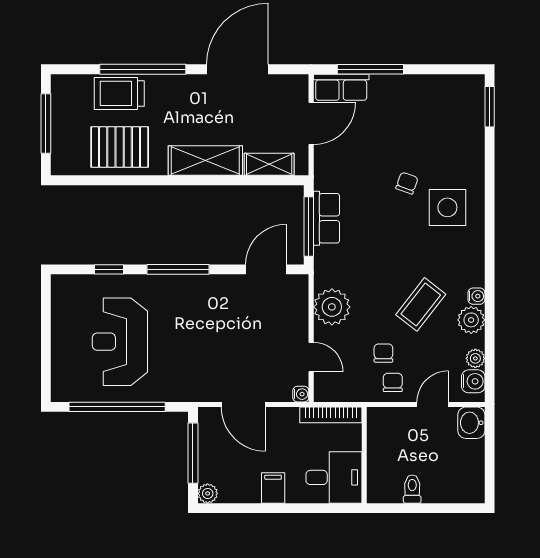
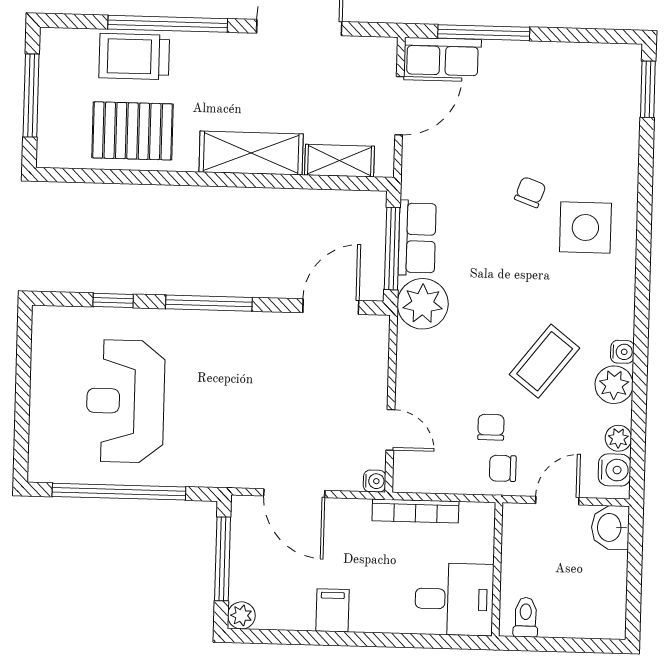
plant: (332, 307) -> (423, 304), moved
chair: (393, 382) -> (503, 468), turned -90
wall: (364, 455) -> (497, 569), moved
desk: (334, 477) -> (454, 599), moved

